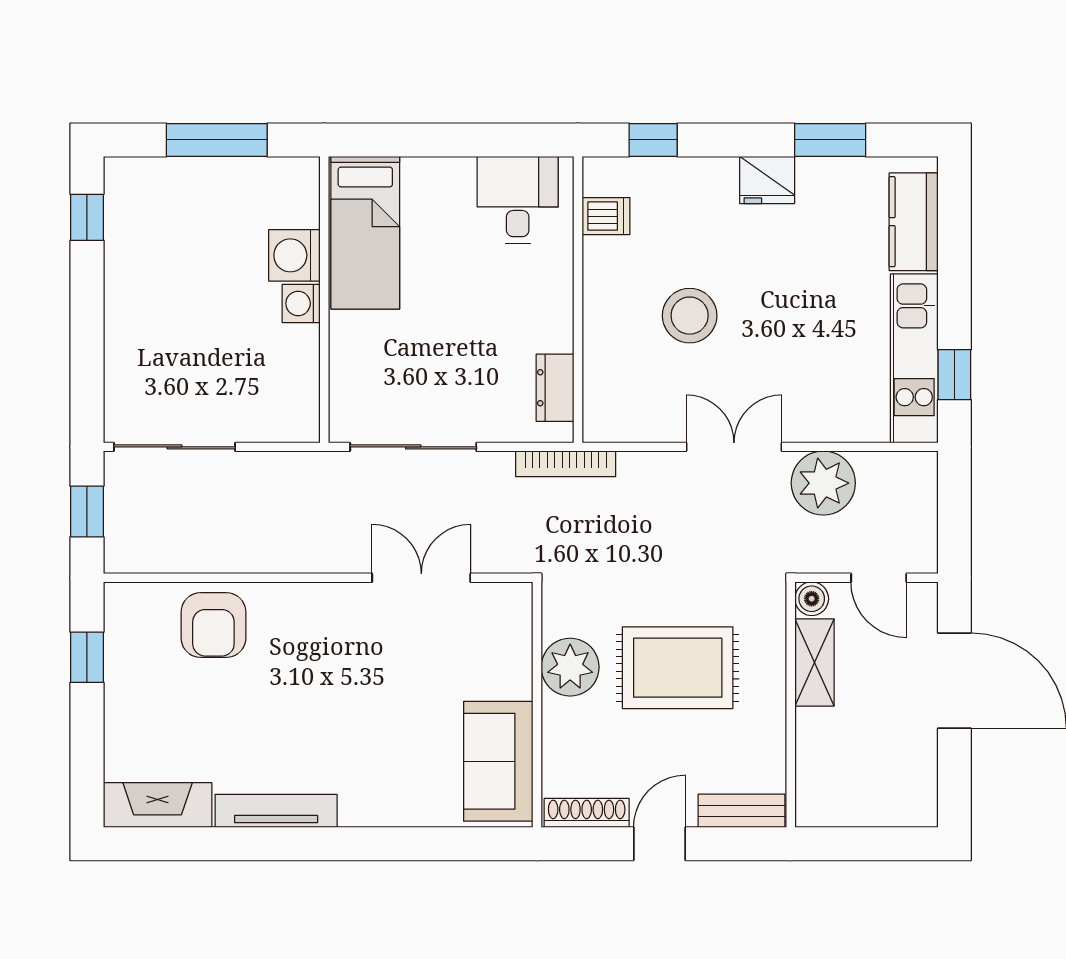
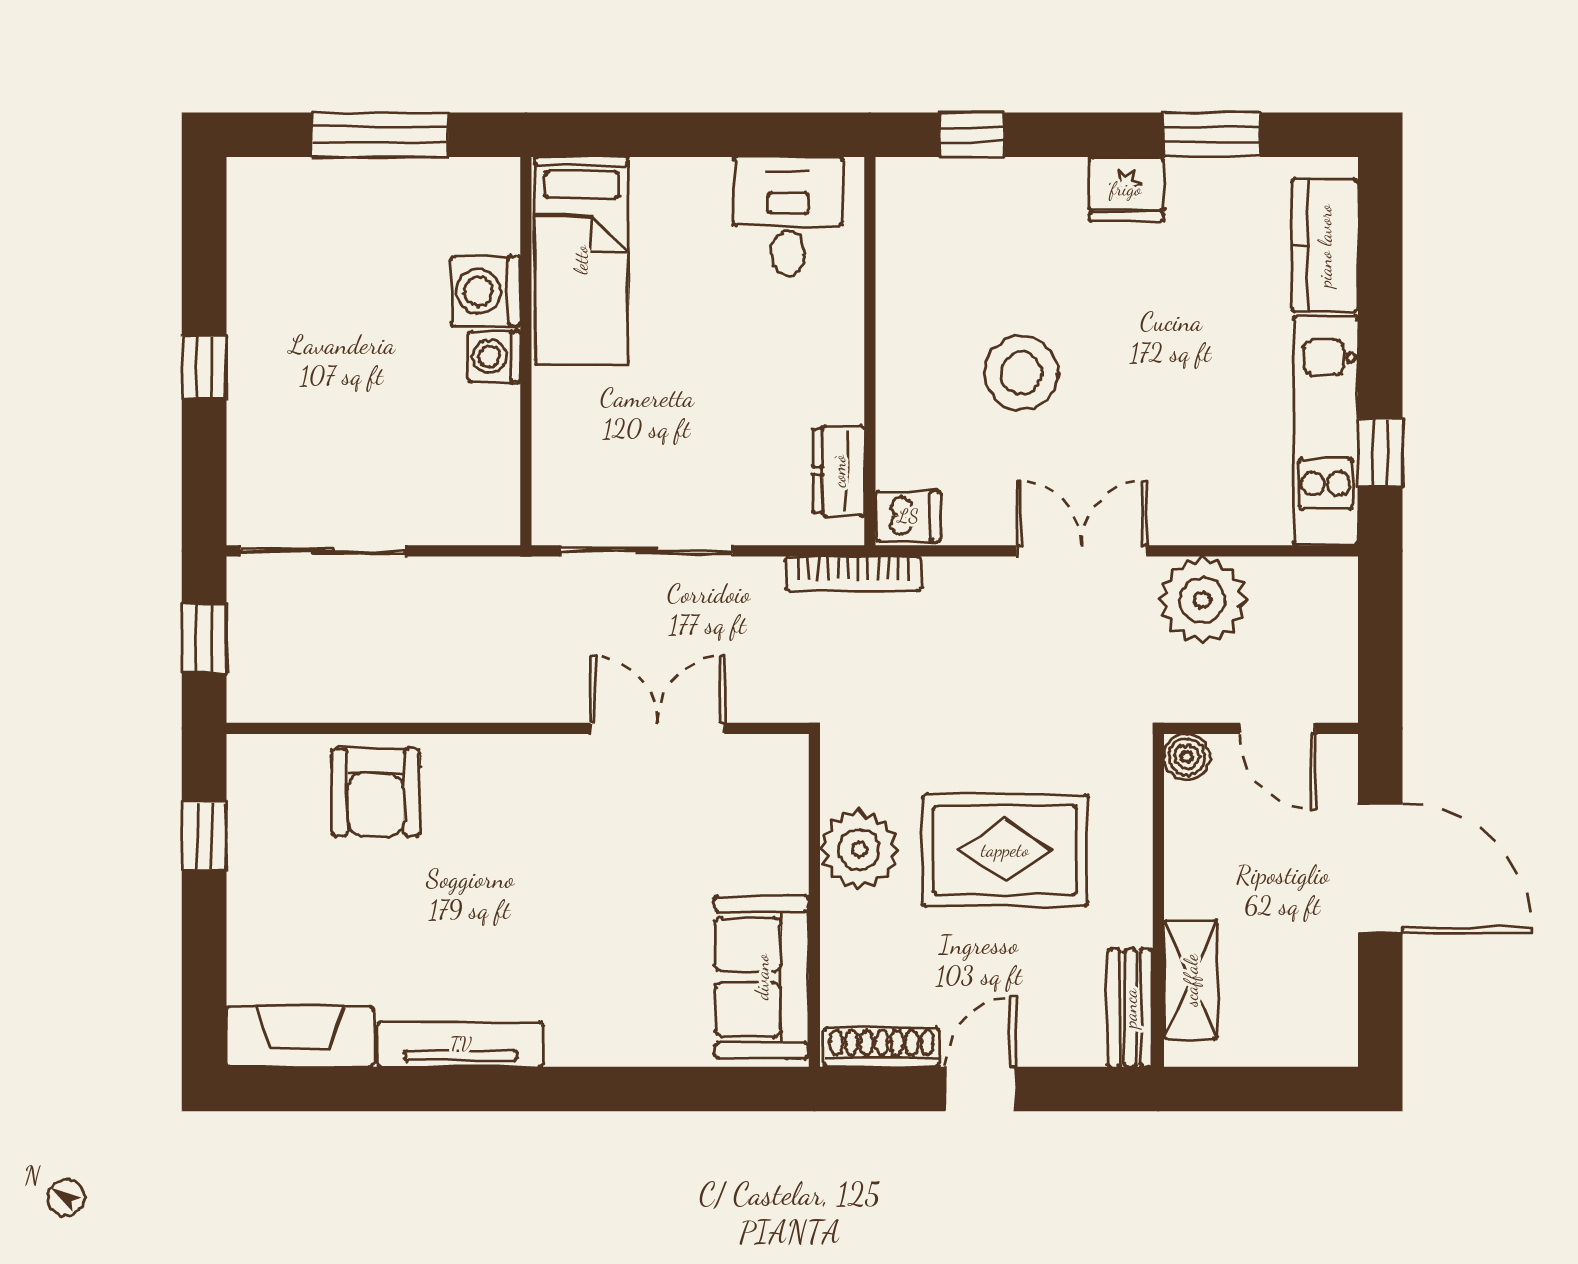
dishwasher: (606, 216) -> (908, 516), moved
window: (87, 217) -> (204, 367), moved
shelving: (814, 662) -> (1191, 980), moved
bench: (742, 811) -> (1130, 1008), moved, turned 90

